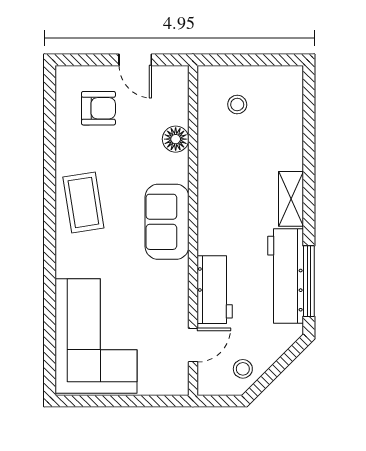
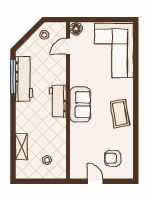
floor lamp: (176, 139) -> (76, 29), moved
shelving: (291, 199) -> (21, 147), moved
workbench: (215, 290) -> (58, 101), moved

